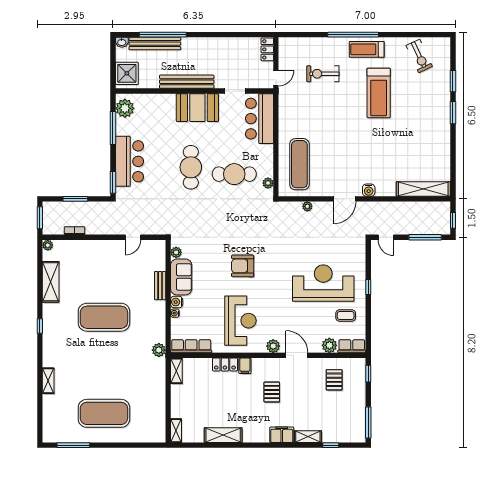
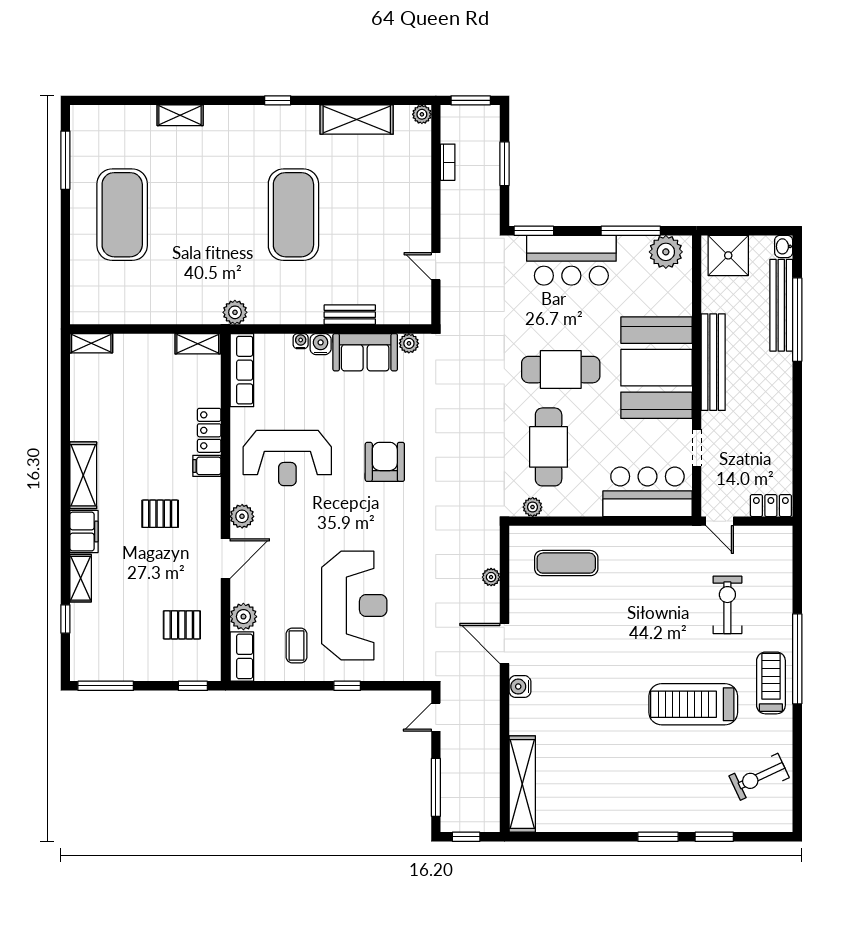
booth: (197, 108) -> (656, 368), width x1.36, depth x1.42
exercise mat: (299, 164) -> (566, 563), width x0.73, depth x0.69
shelving: (223, 435) -> (83, 475), moved

